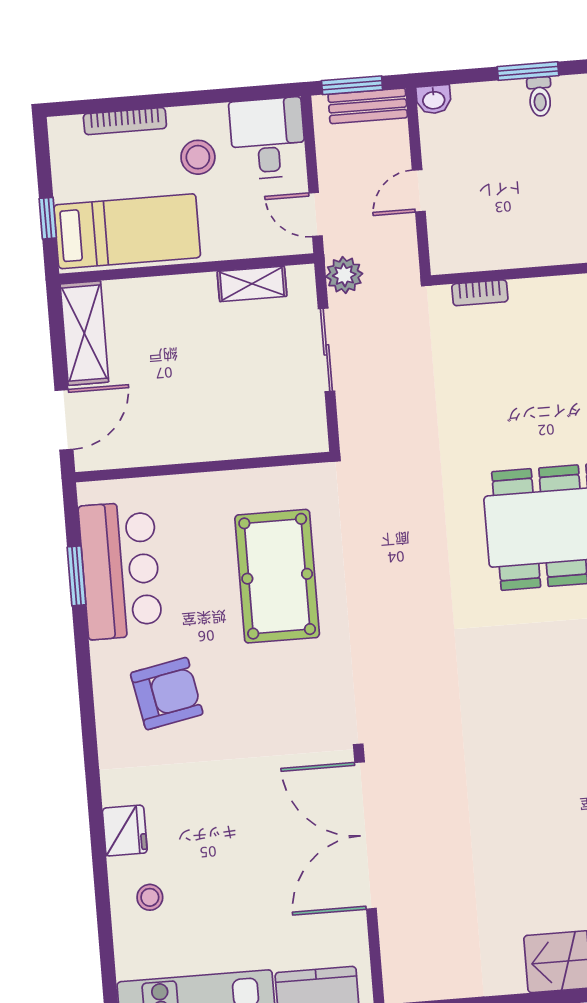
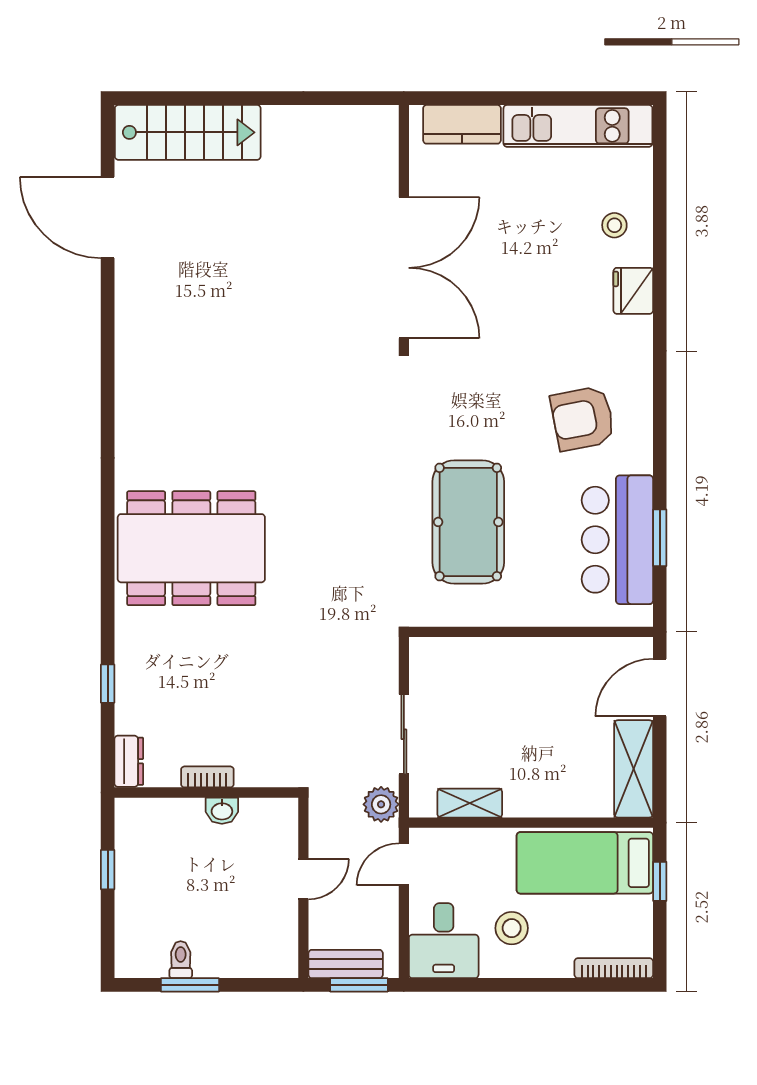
washbasin: (434, 99) -> (222, 811), moved, turned 180
bookcase: (125, 121) -> (614, 968), moved
door: (316, 214) -> (404, 864), swing flipped
bookcase: (480, 293) -> (207, 777), moved

